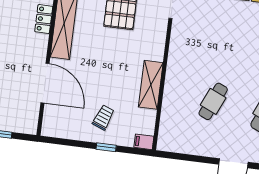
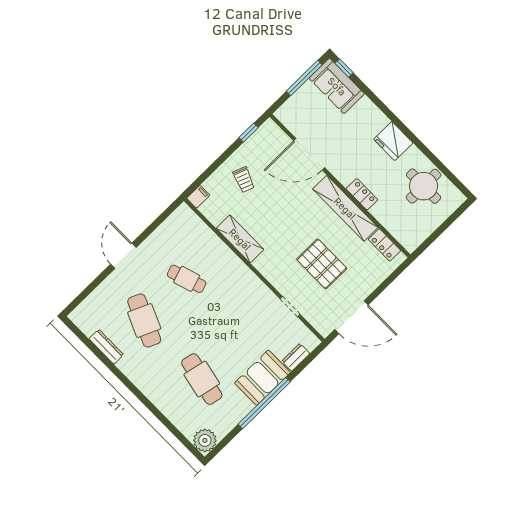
cafe table: (213, 101) -> (187, 279), turned -42
window: (106, 147) -> (249, 133), moved

